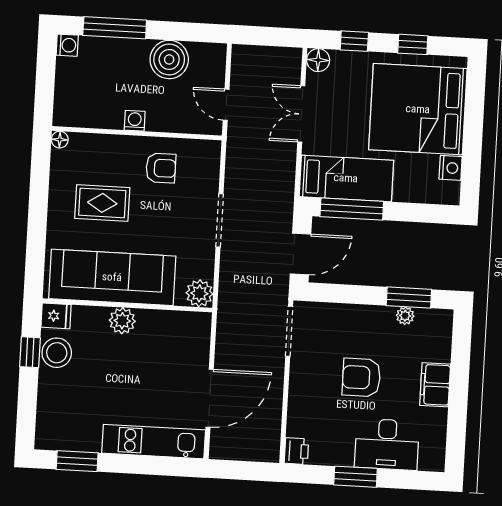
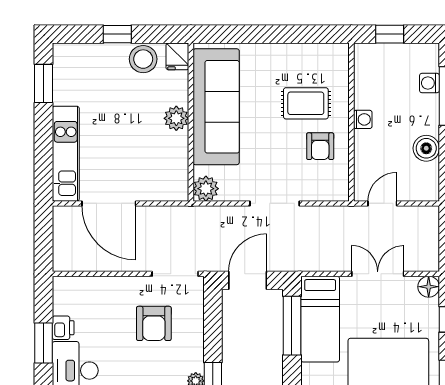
washing machine: (67, 45) -> (429, 83), moved, turned 90
boiler: (169, 59) -> (426, 148), width x0.73, depth x0.73
window: (45, 87) -> (390, 34), added
floor lamp: (60, 140) -> (341, 51), removed
rug: (102, 203) -> (306, 103), moved, turned 90
door: (301, 254) -> (248, 280), swing flipped
window: (30, 352) -> (117, 34), moved
armchair: (361, 377) -> (154, 323), moved, turned 180
printer: (296, 451) -> (63, 328), moved, turned -90

